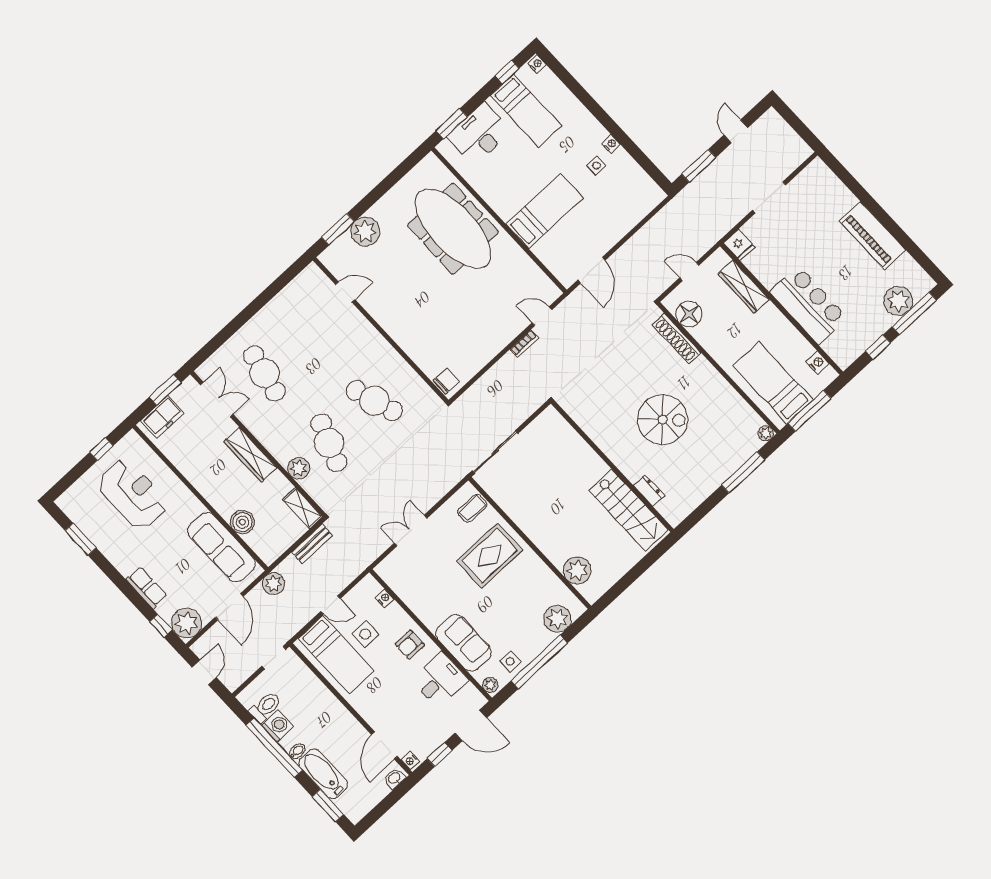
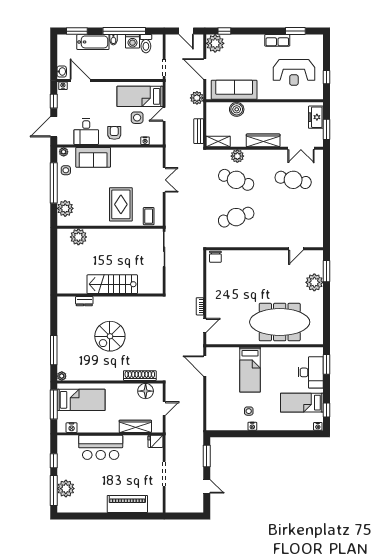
piano: (873, 236) -> (127, 504), moved
stairs: (629, 510) -> (112, 284), moved
row of seats: (147, 588) -> (277, 40), moved

